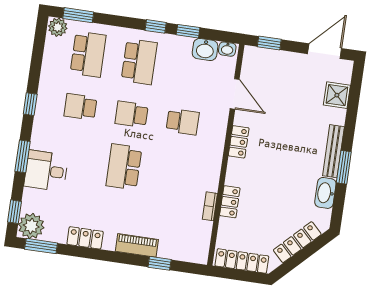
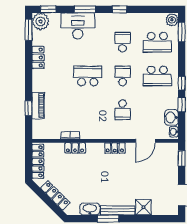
shower: (337, 95) -> (143, 207), moved
desk: (46, 171) -> (78, 26), width x1.37
piano: (137, 245) -> (38, 106), moved

